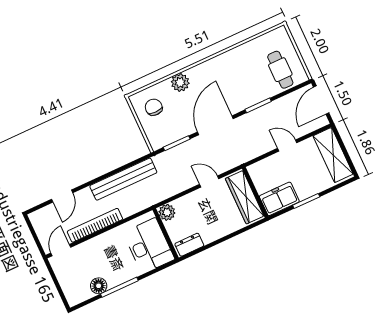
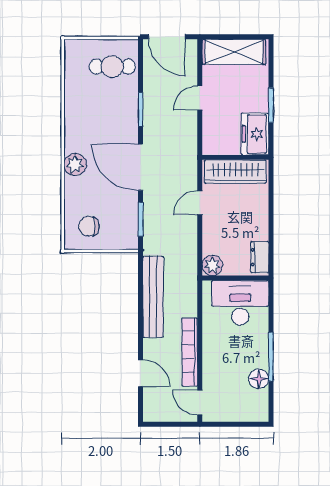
plant: (180, 82) -> (75, 164), moved

